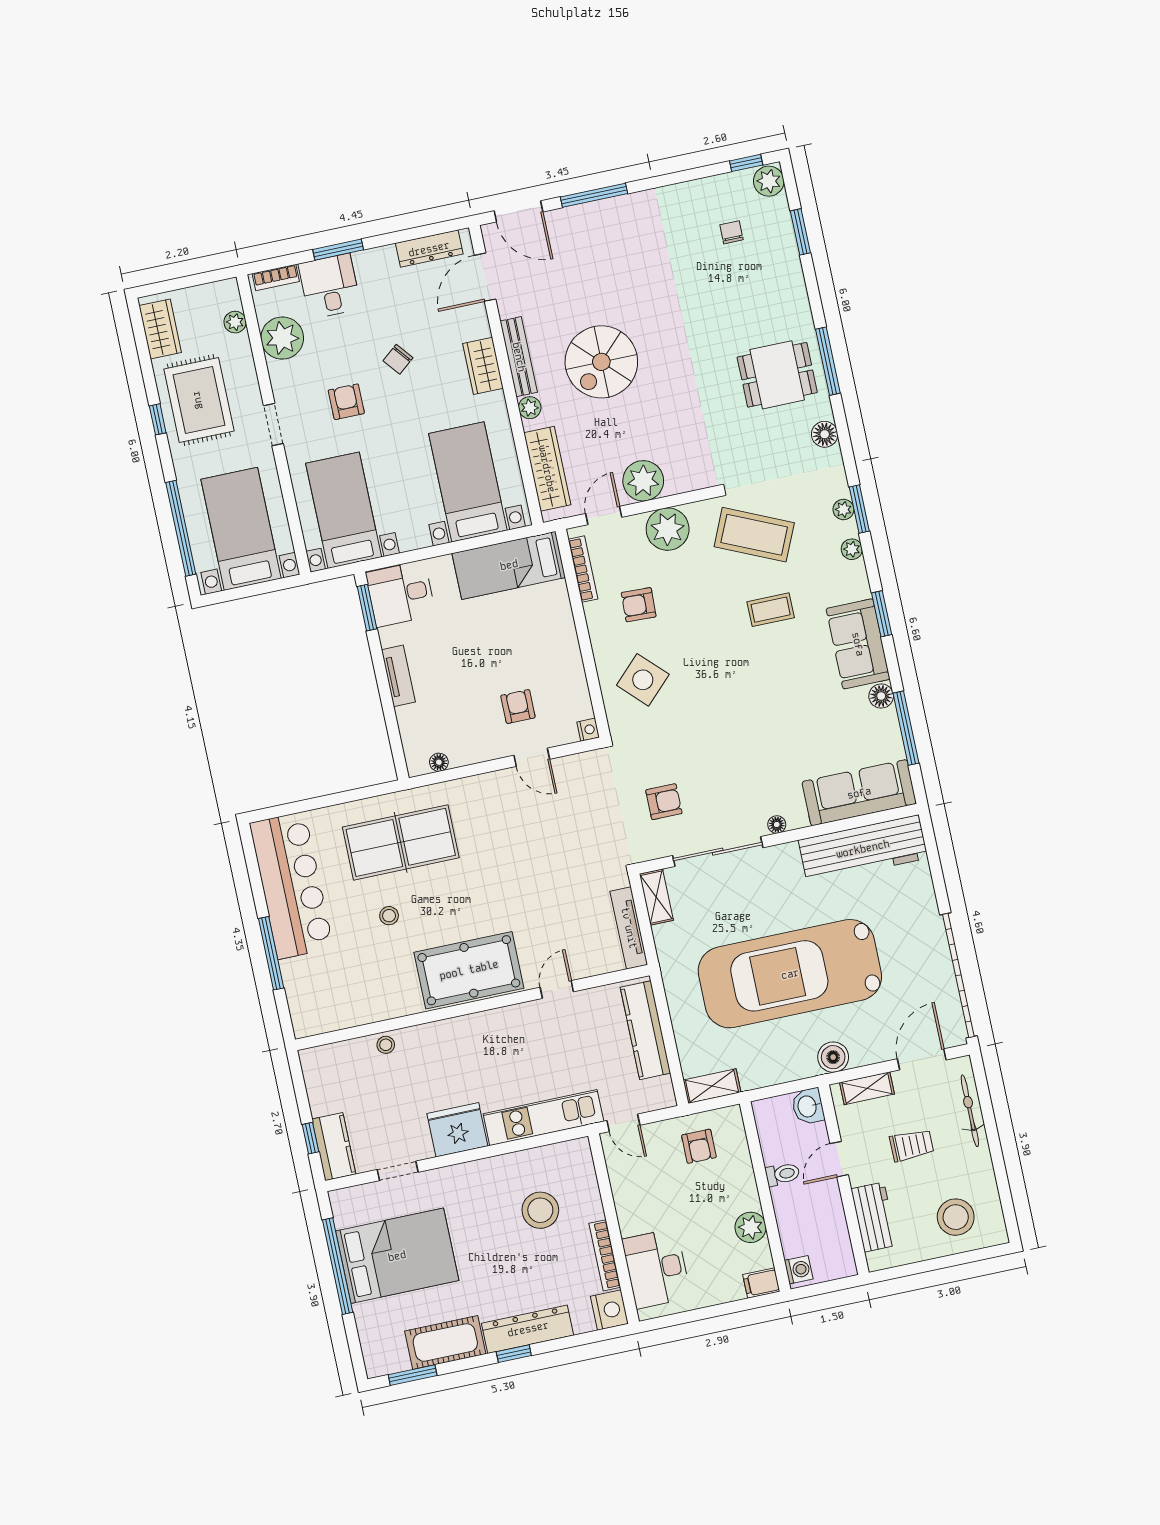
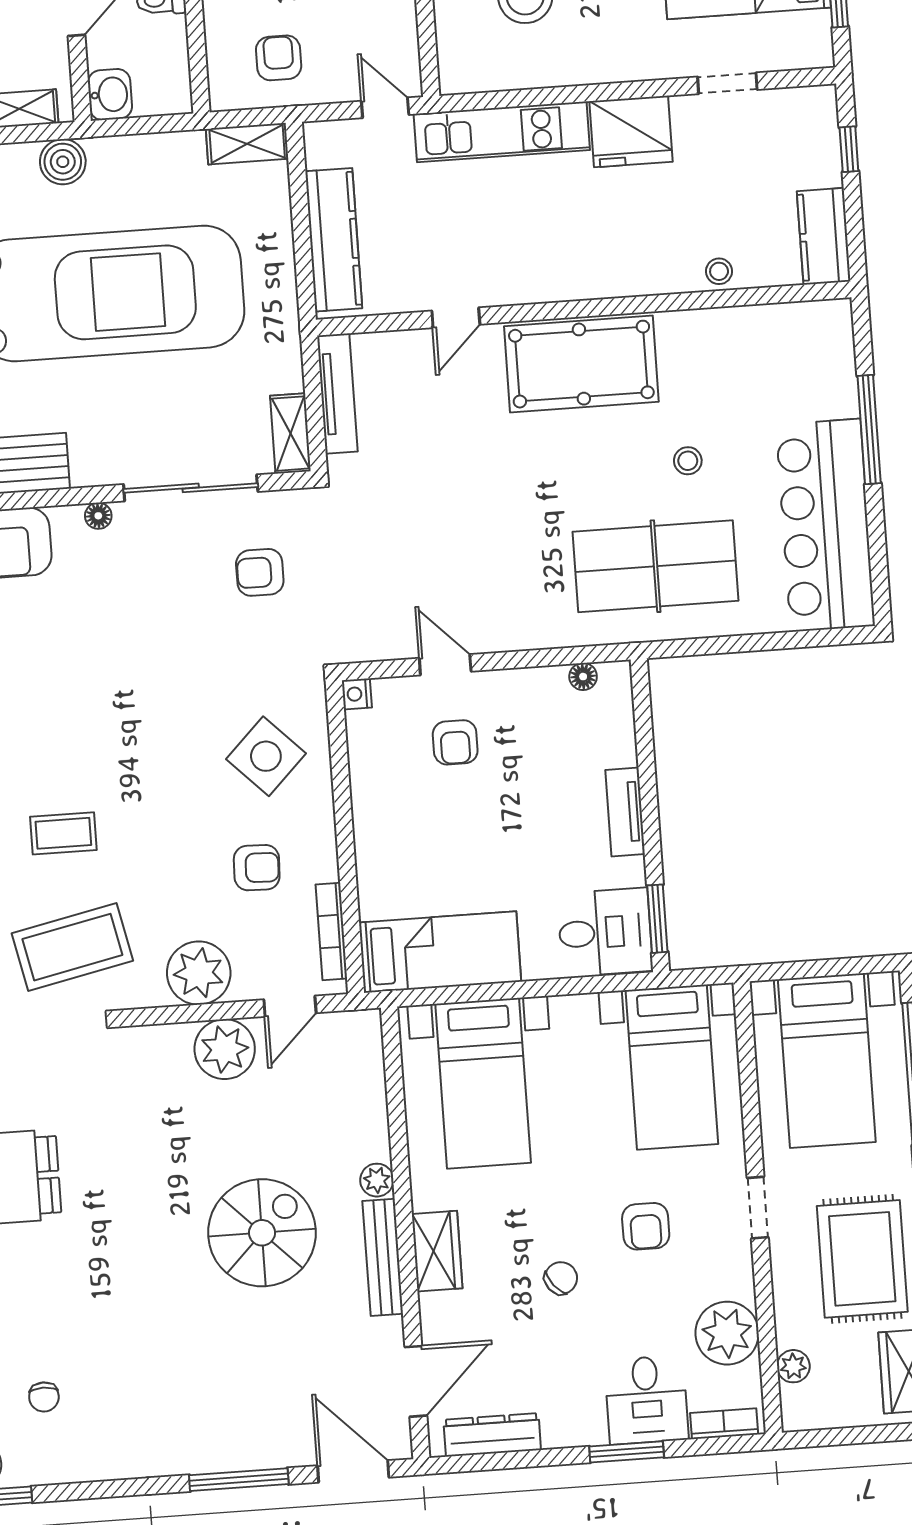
wardrobe: (547, 469) -> (364, 1086), removed
coffee table: (754, 535) -> (72, 947), turned -36
kitchen counter: (334, 1147) -> (824, 236), moved

